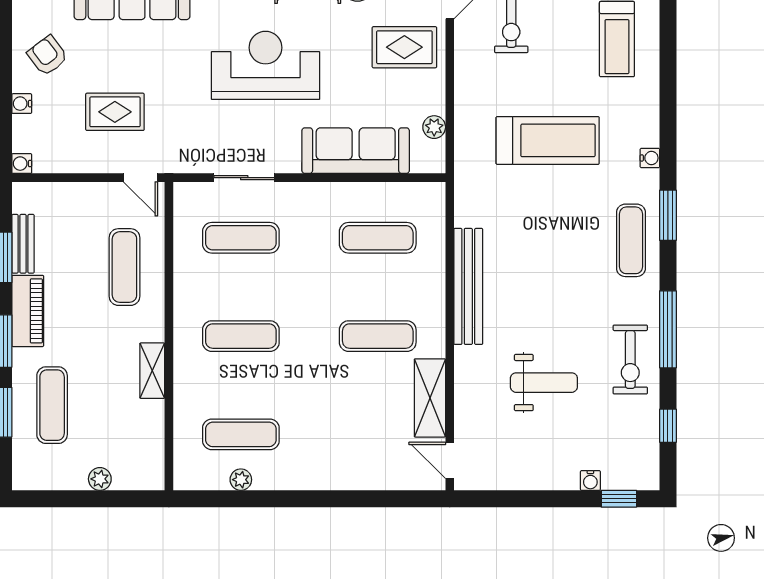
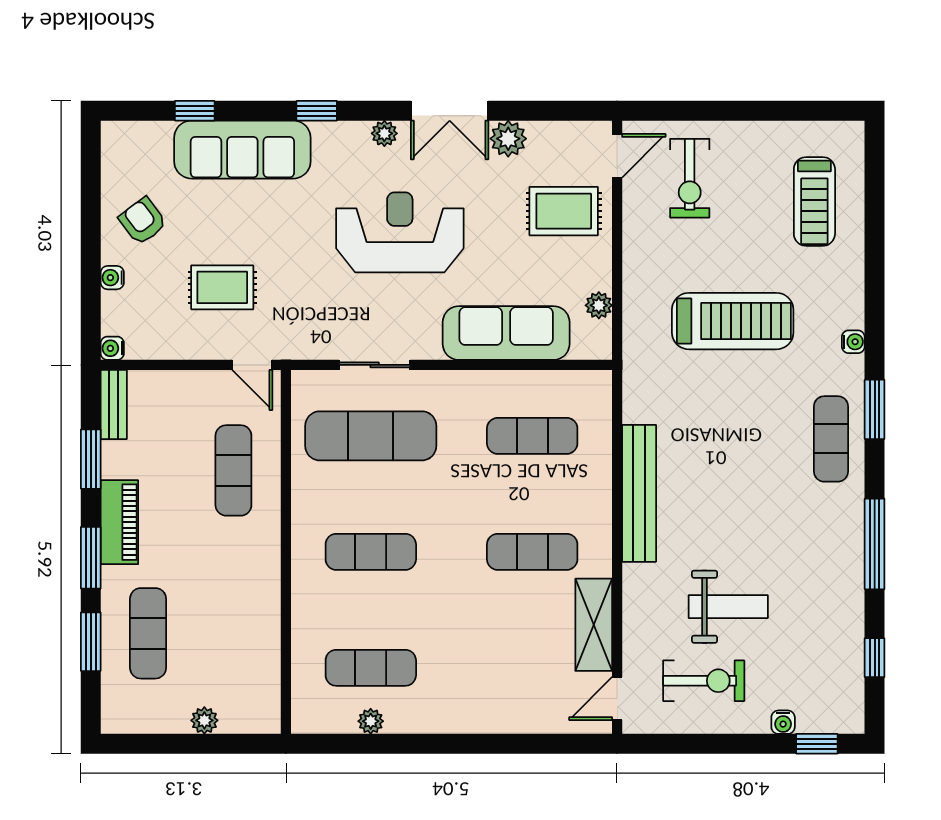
exercise mat: (241, 238) -> (371, 436), width x1.36, depth x1.45
bench: (23, 244) -> (114, 404), moved
exercise bike: (630, 359) -> (704, 681), moved, turned -90
shelving: (152, 371) -> (266, 593), removed
door: (450, 460) -> (617, 699), hinge flipped

